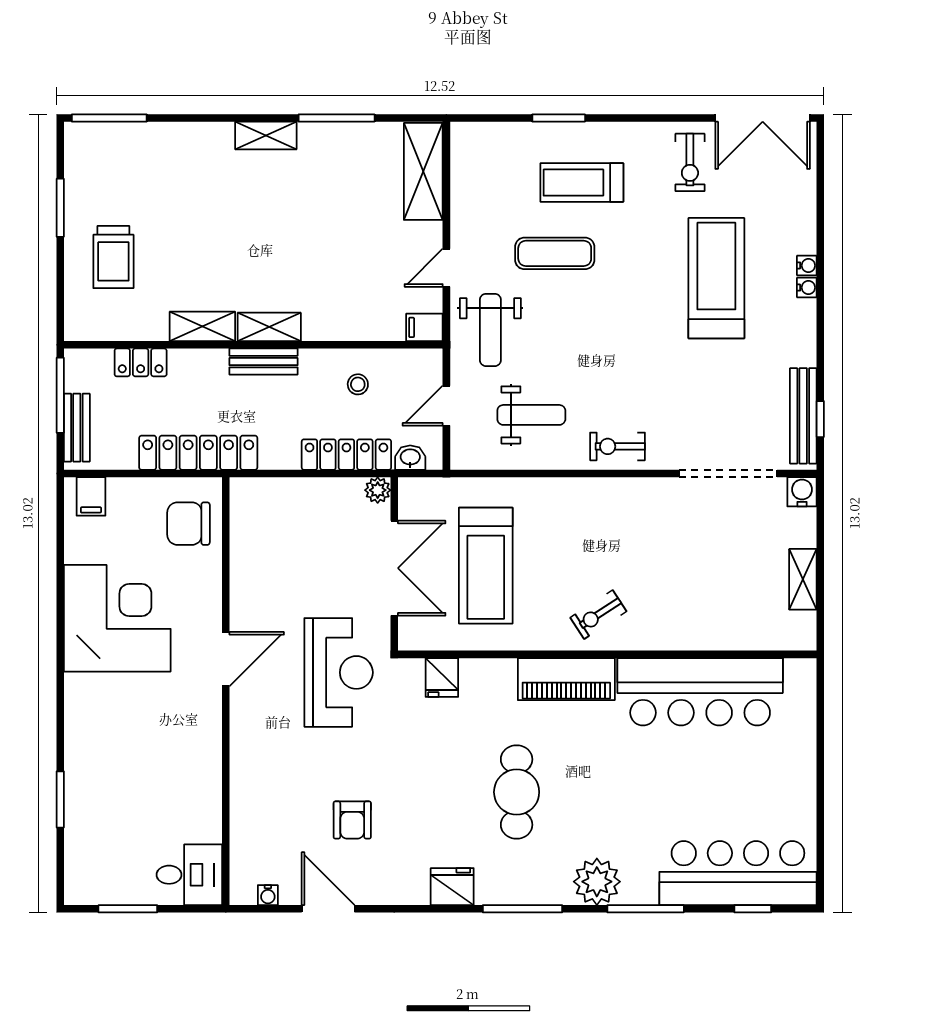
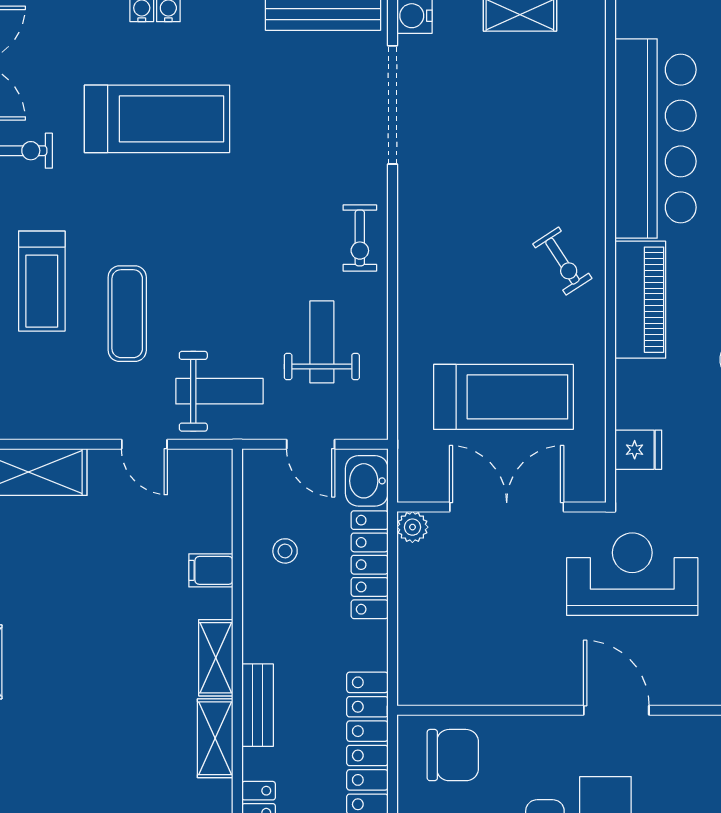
treadmill: (716, 278) -> (157, 119), turned 180
filing cabinet: (424, 327) -> (211, 570), moved, turned 90
bench: (263, 362) -> (258, 705), moved
washbasin: (410, 458) -> (367, 481), width x1.38, depth x1.45
chair: (188, 524) -> (453, 755), turned -90

